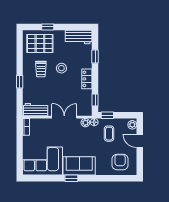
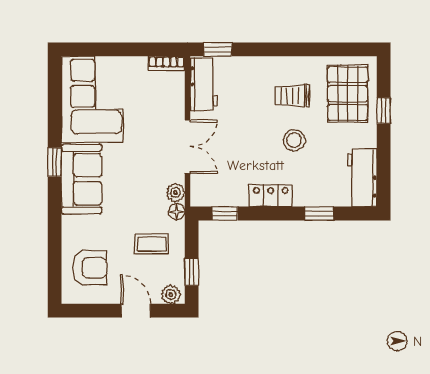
window: (20, 82) -> (218, 49), moved
window: (107, 115) -> (192, 272), moved
door: (140, 141) -> (136, 311), hinge flipped

